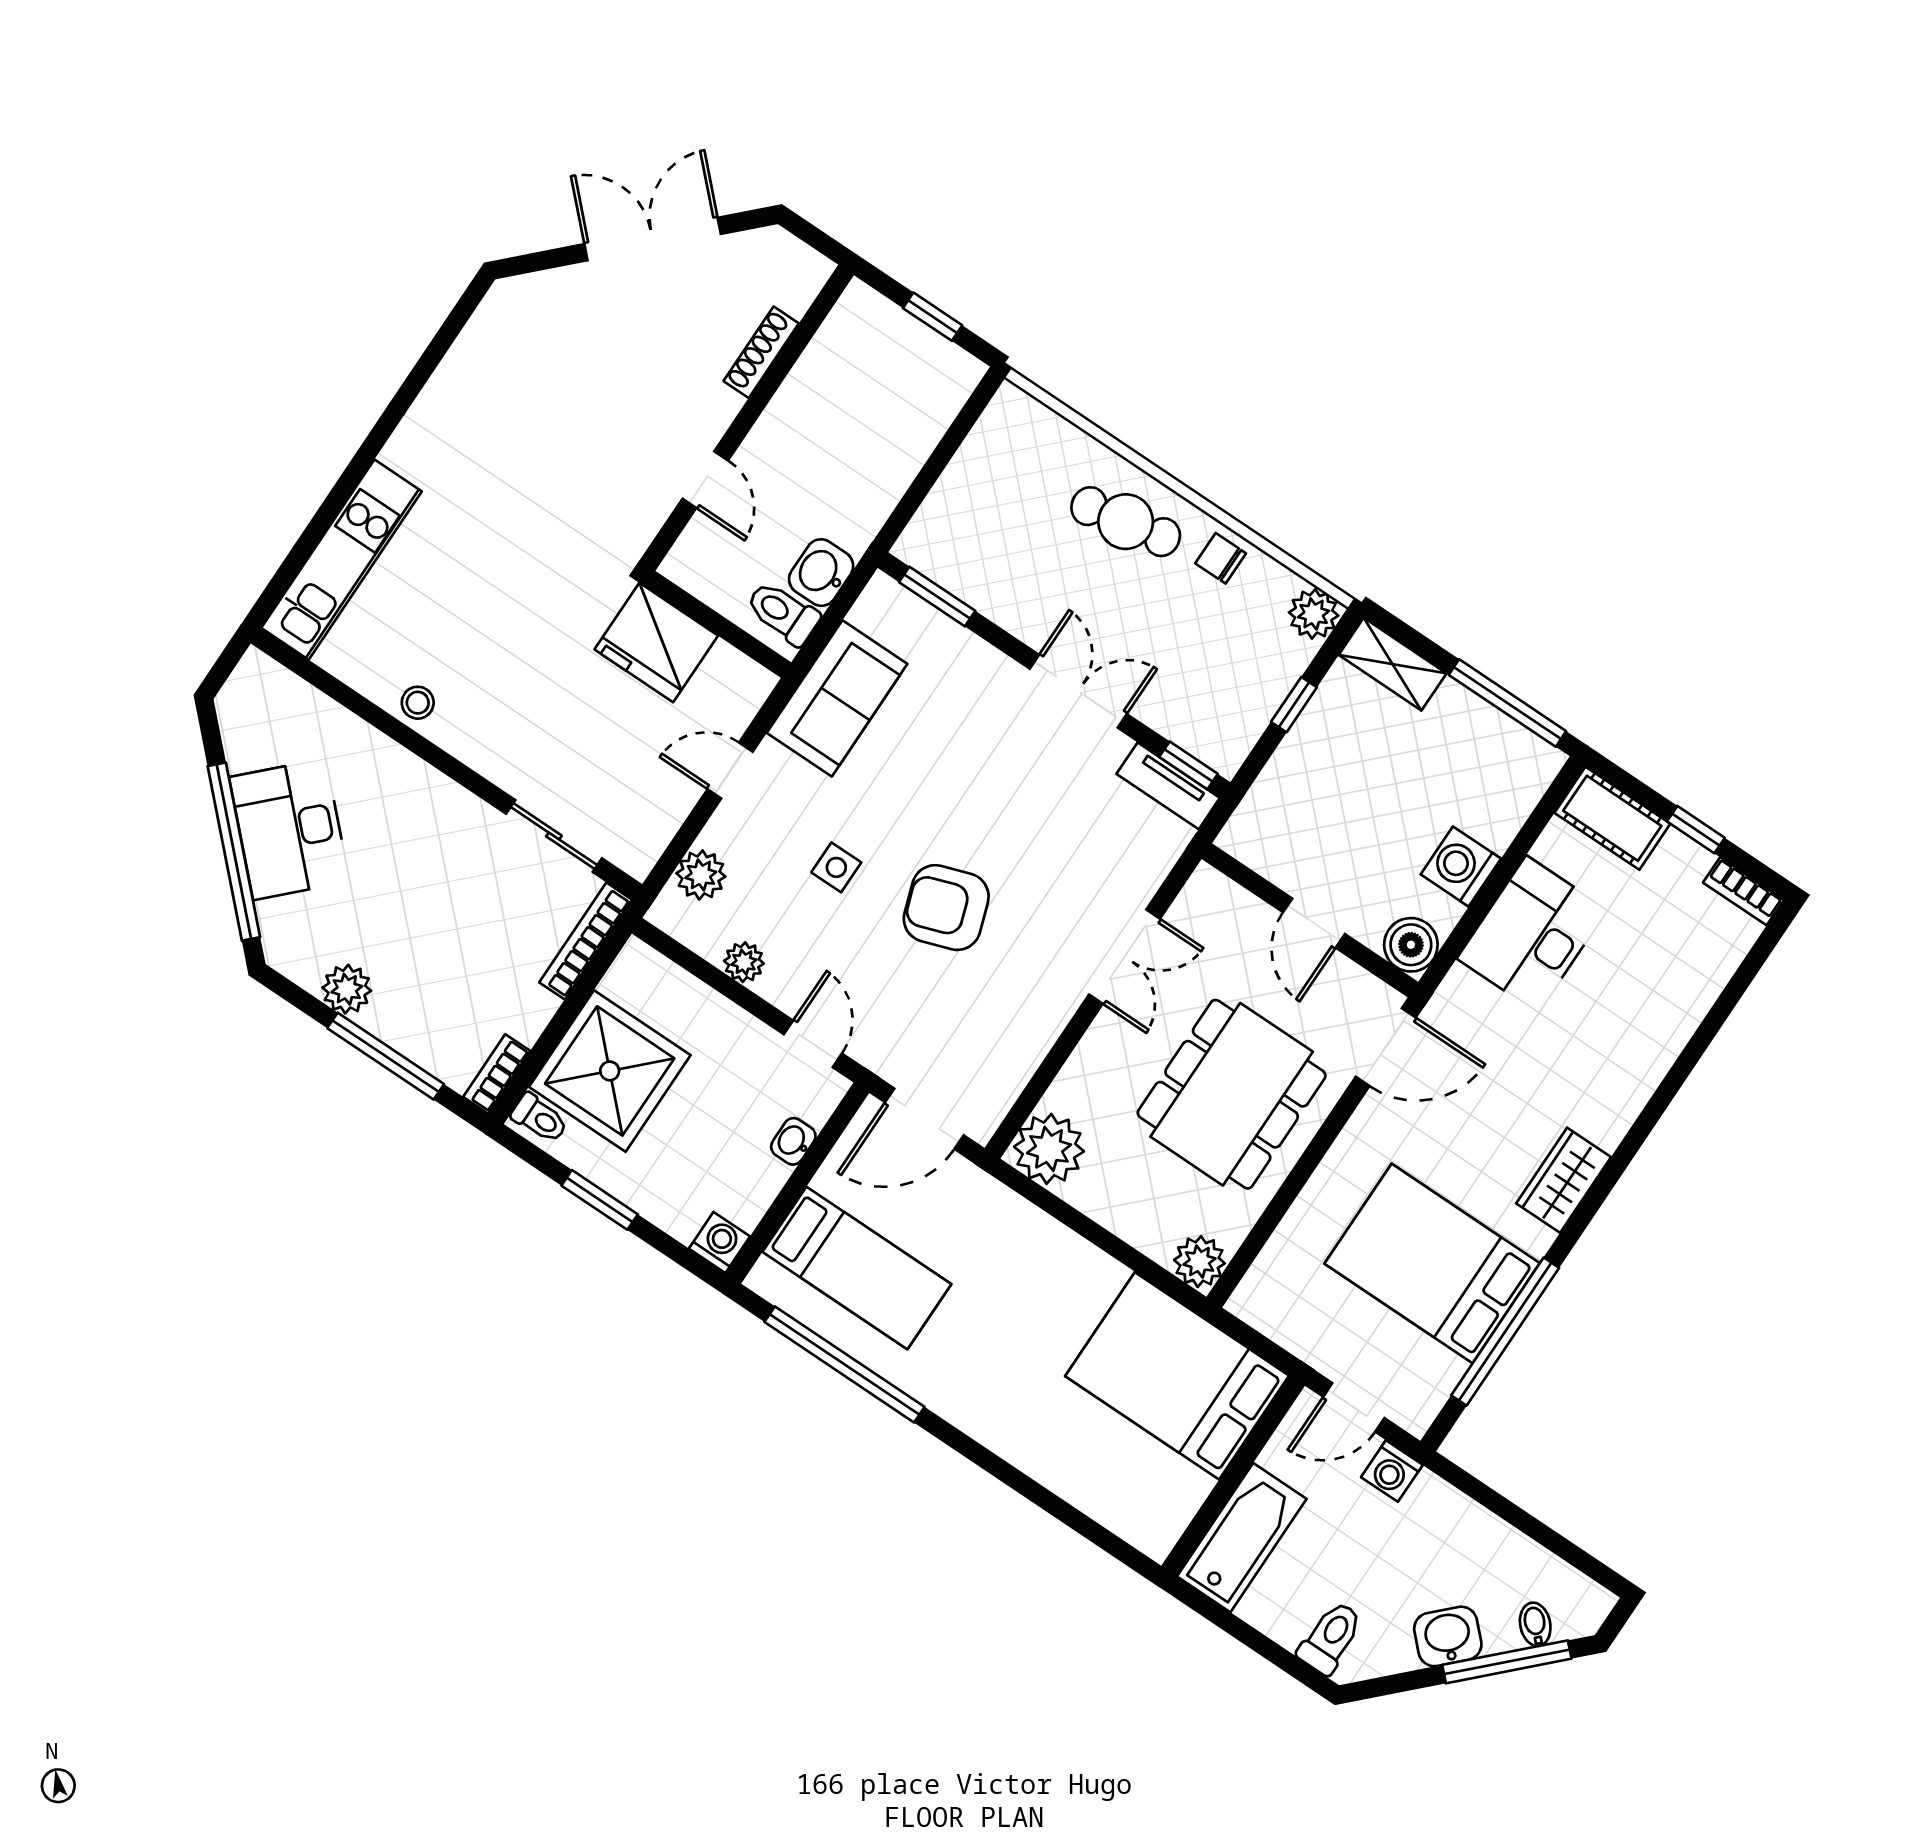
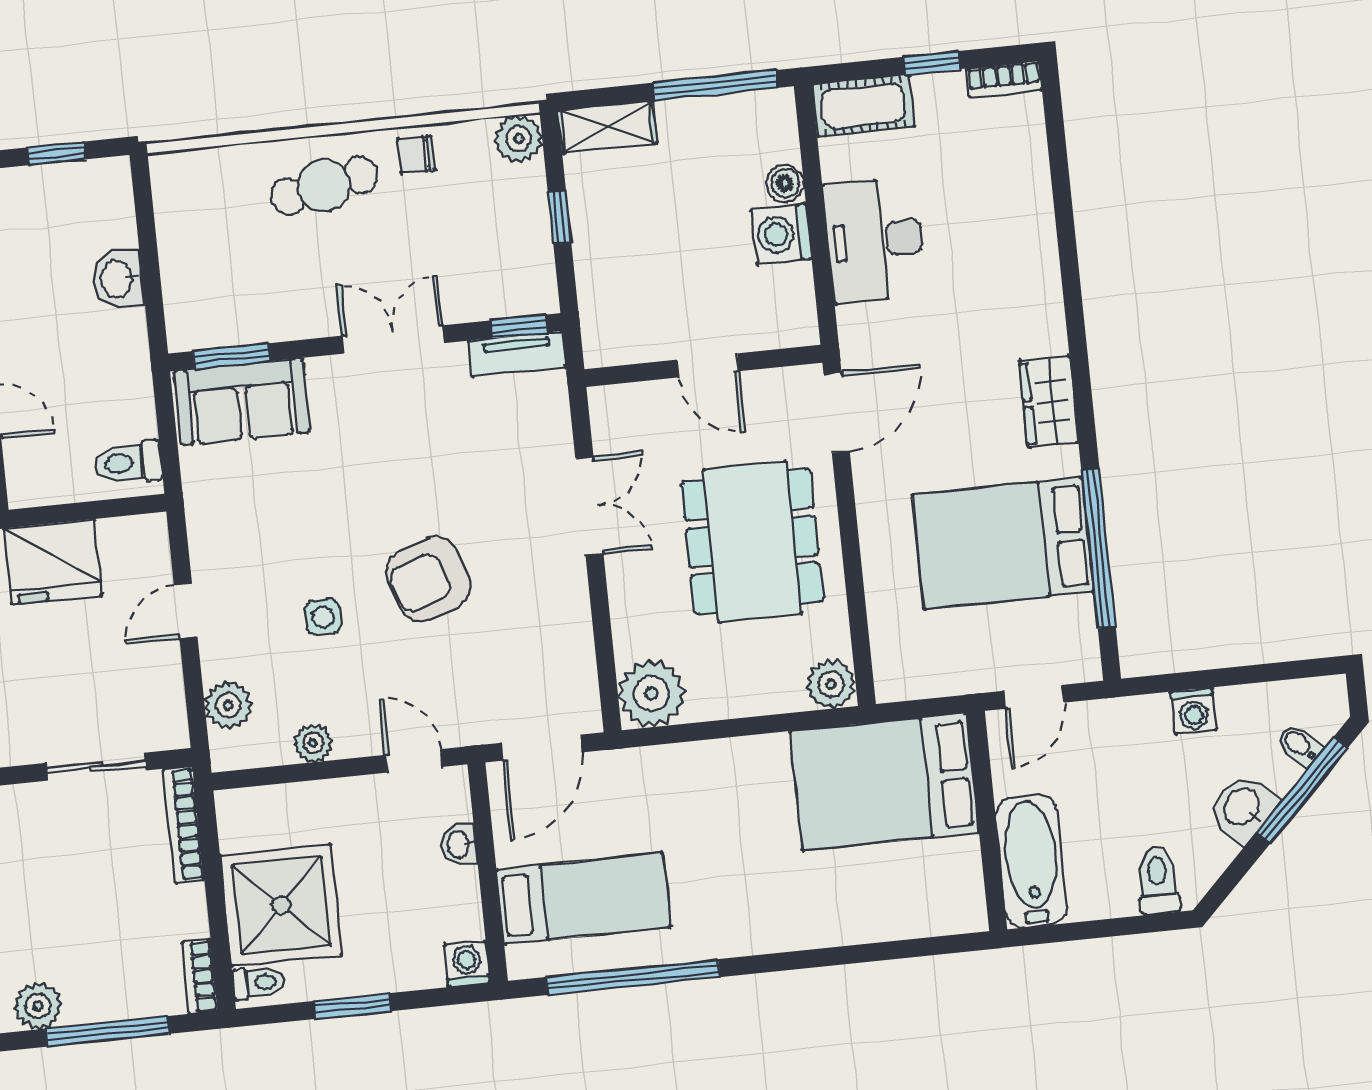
washbasin: (821, 573) -> (118, 279), moved
sofa: (837, 698) -> (242, 402), moved, turned 90
boiler: (1411, 945) -> (785, 183), moved, width x0.73, depth x0.73
washing machine: (1392, 1471) -> (1193, 711), moved

